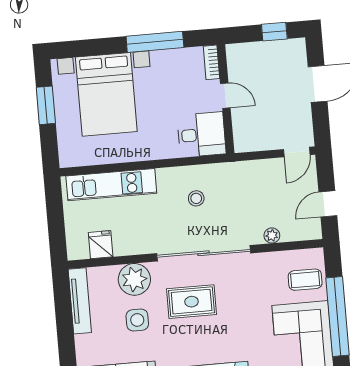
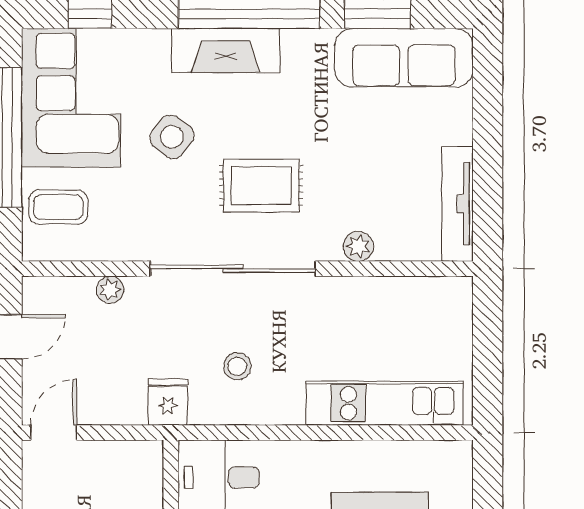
fridge: (101, 245) -> (168, 402), moved, turned 180
plant: (134, 279) -> (358, 246), width x0.53, depth x0.53
side table: (137, 320) -> (172, 137), moved, turned 38

